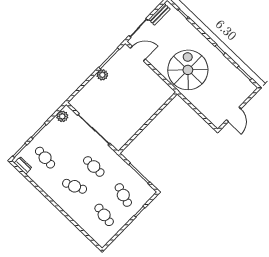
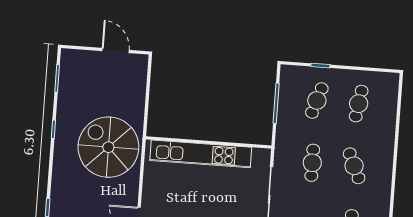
spiral stairs: (188, 70) -> (108, 147), turned 90
kitchen unit: (145, 114) -> (201, 154), added
door: (234, 114) -> (116, 50), hinge flipped

